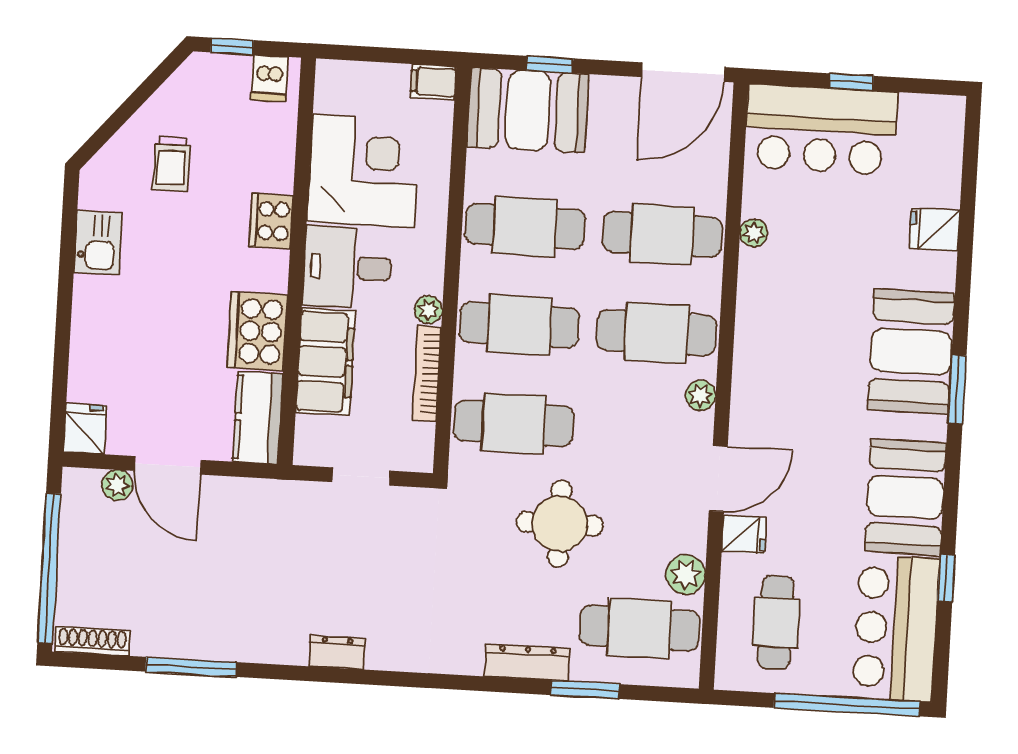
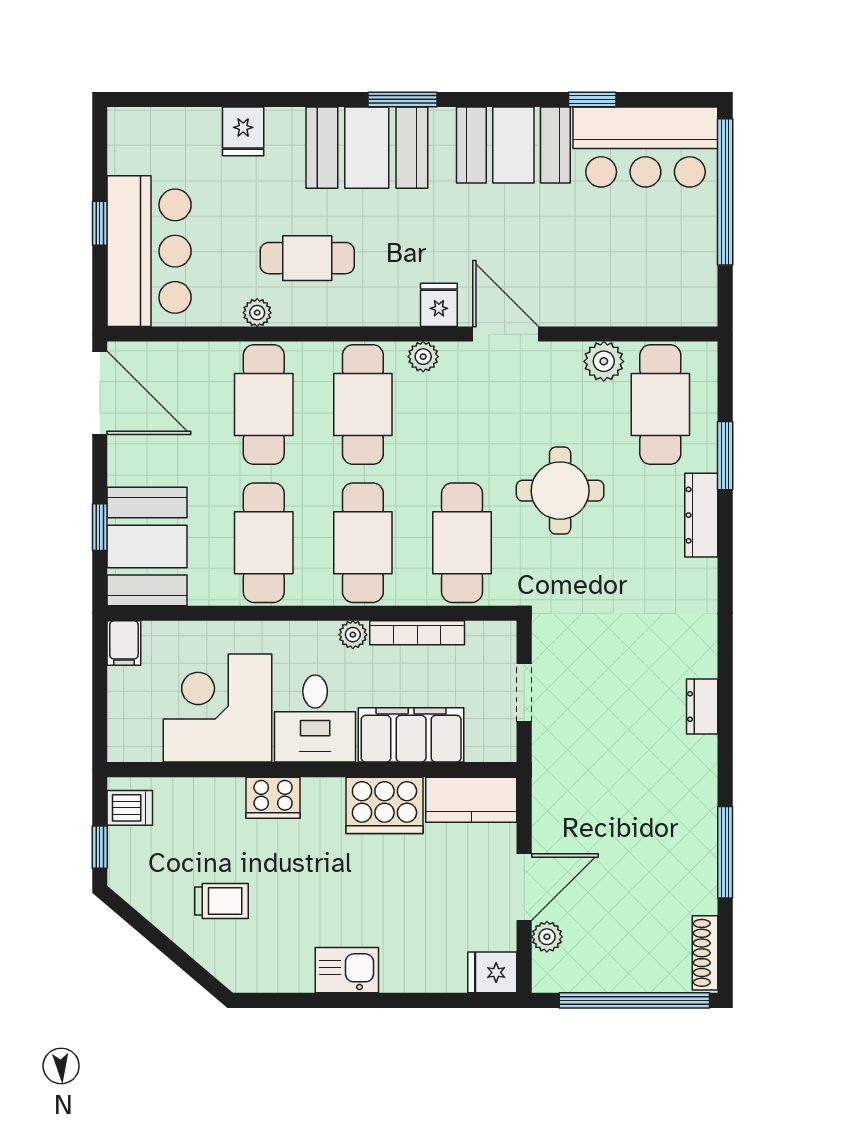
kitchen sink: (98, 243) -> (347, 970), moved
fridge: (744, 535) -> (439, 305), moved
cafe table: (776, 622) -> (307, 258), moved

